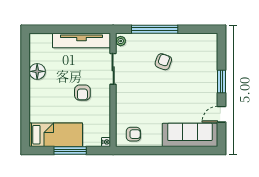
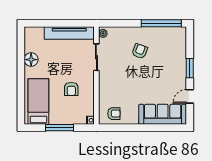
window: (155, 29) -> (161, 23), moved
armchair: (82, 93) -> (71, 89), moved
bed: (56, 135) -> (38, 101), moved, turned -90

